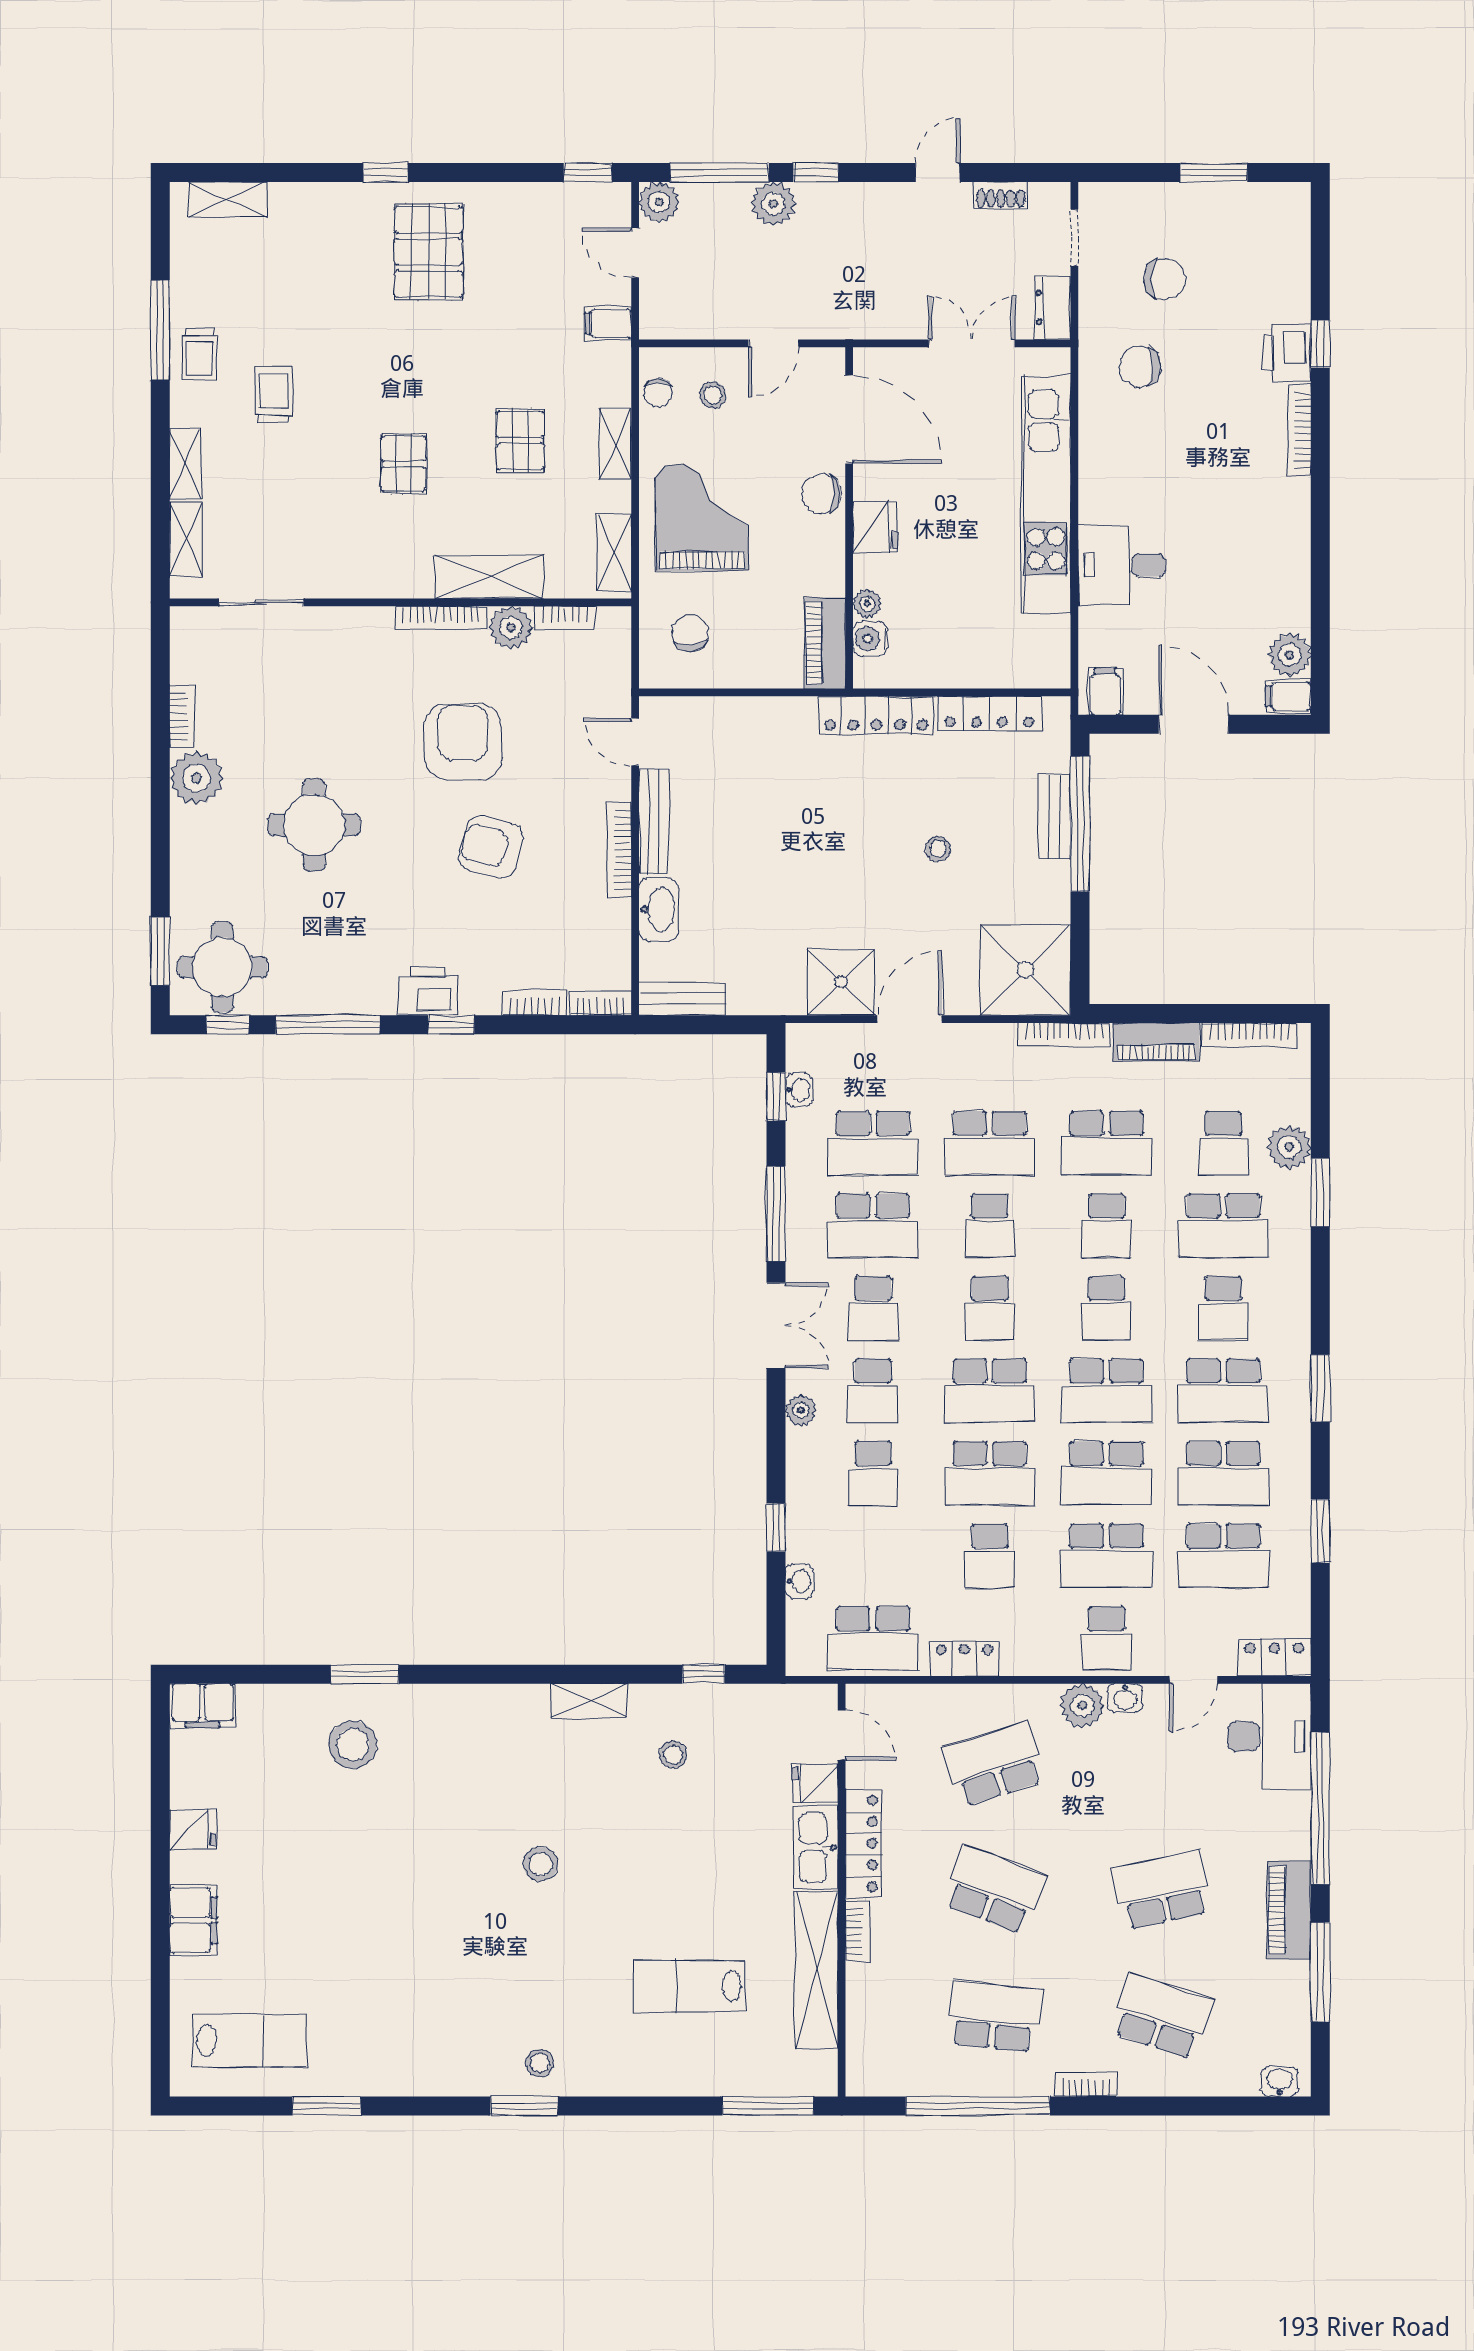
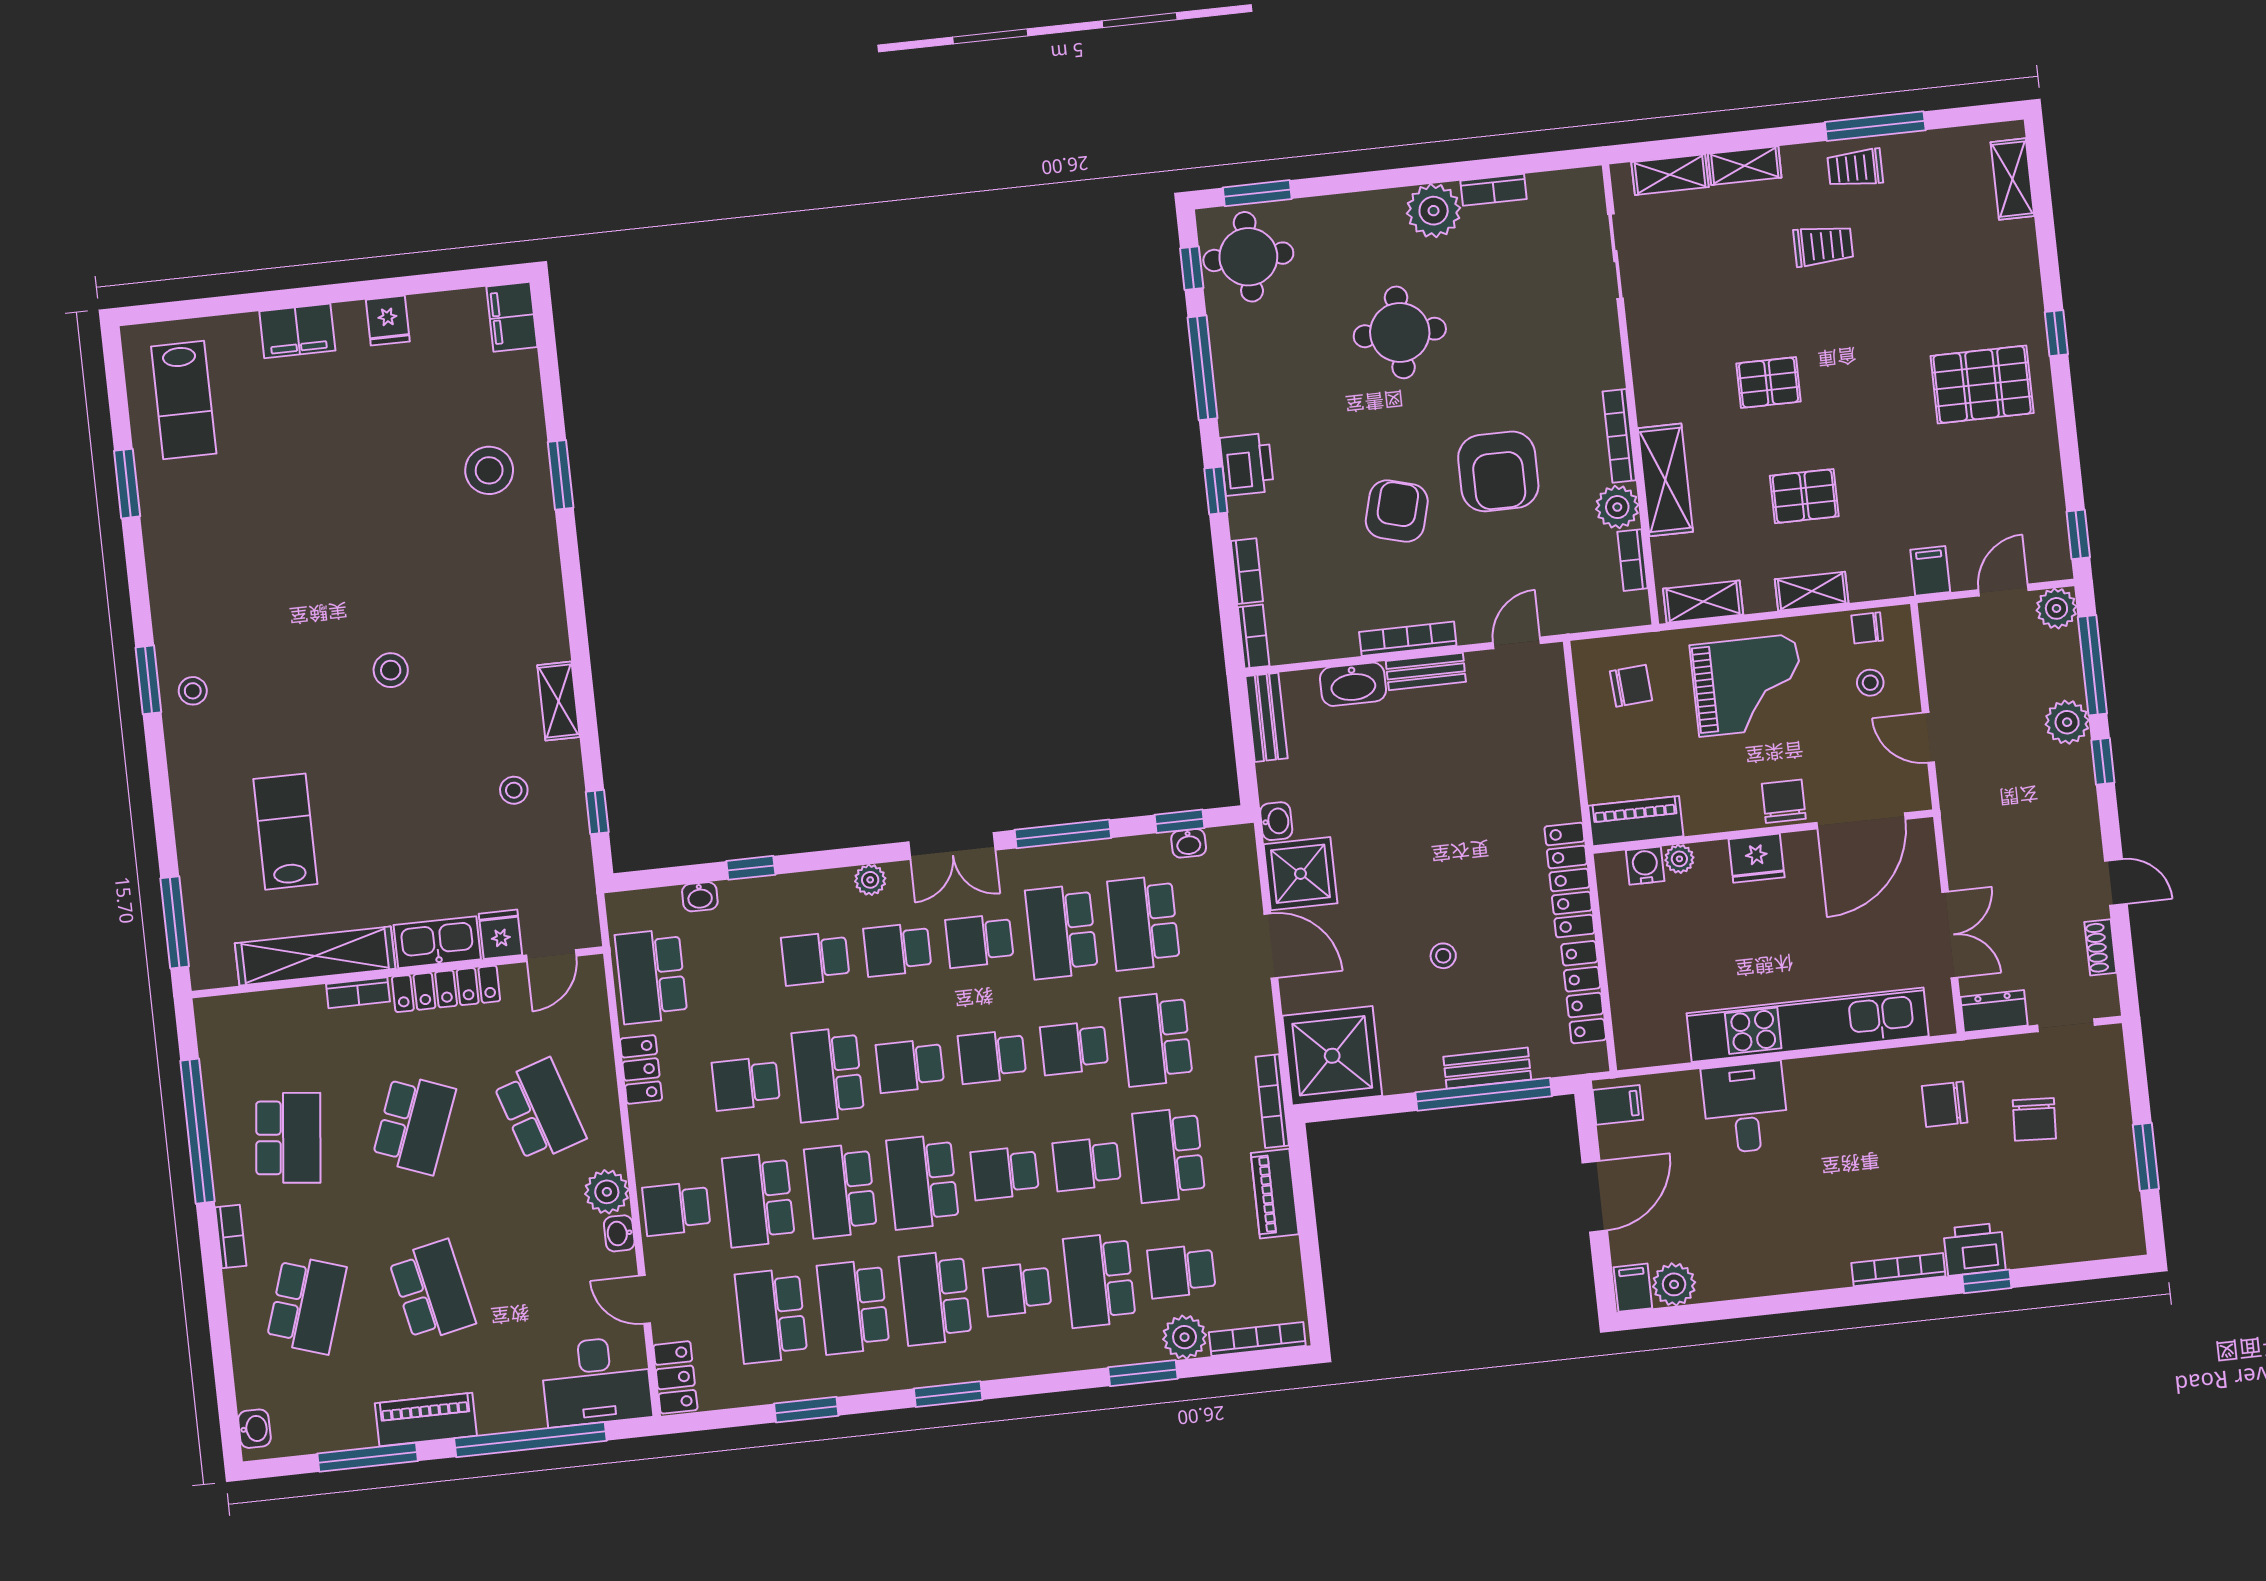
chair: (1140, 367) -> (1945, 1104), turned -90
armchair: (463, 742) -> (1498, 471), turned 90
bench: (654, 821) -> (1426, 671), width x0.73
washbasin: (786, 1000) -> (1276, 821), added
bookcase: (1250, 1035) -> (1257, 1339), moved, turned 90
school desk: (990, 1391) -> (910, 1066), width x0.54

